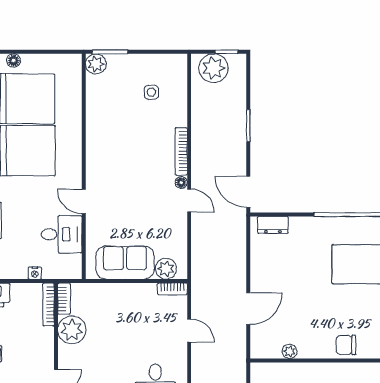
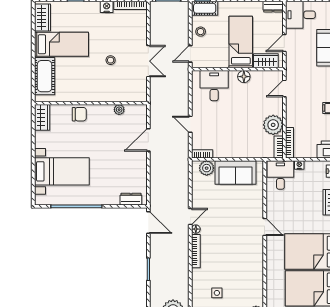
door: (189, 200) -> (190, 216), swing flipped
door: (84, 201) -> (265, 227), moved
desk: (62, 234) -> (280, 175), moved, turned 90

